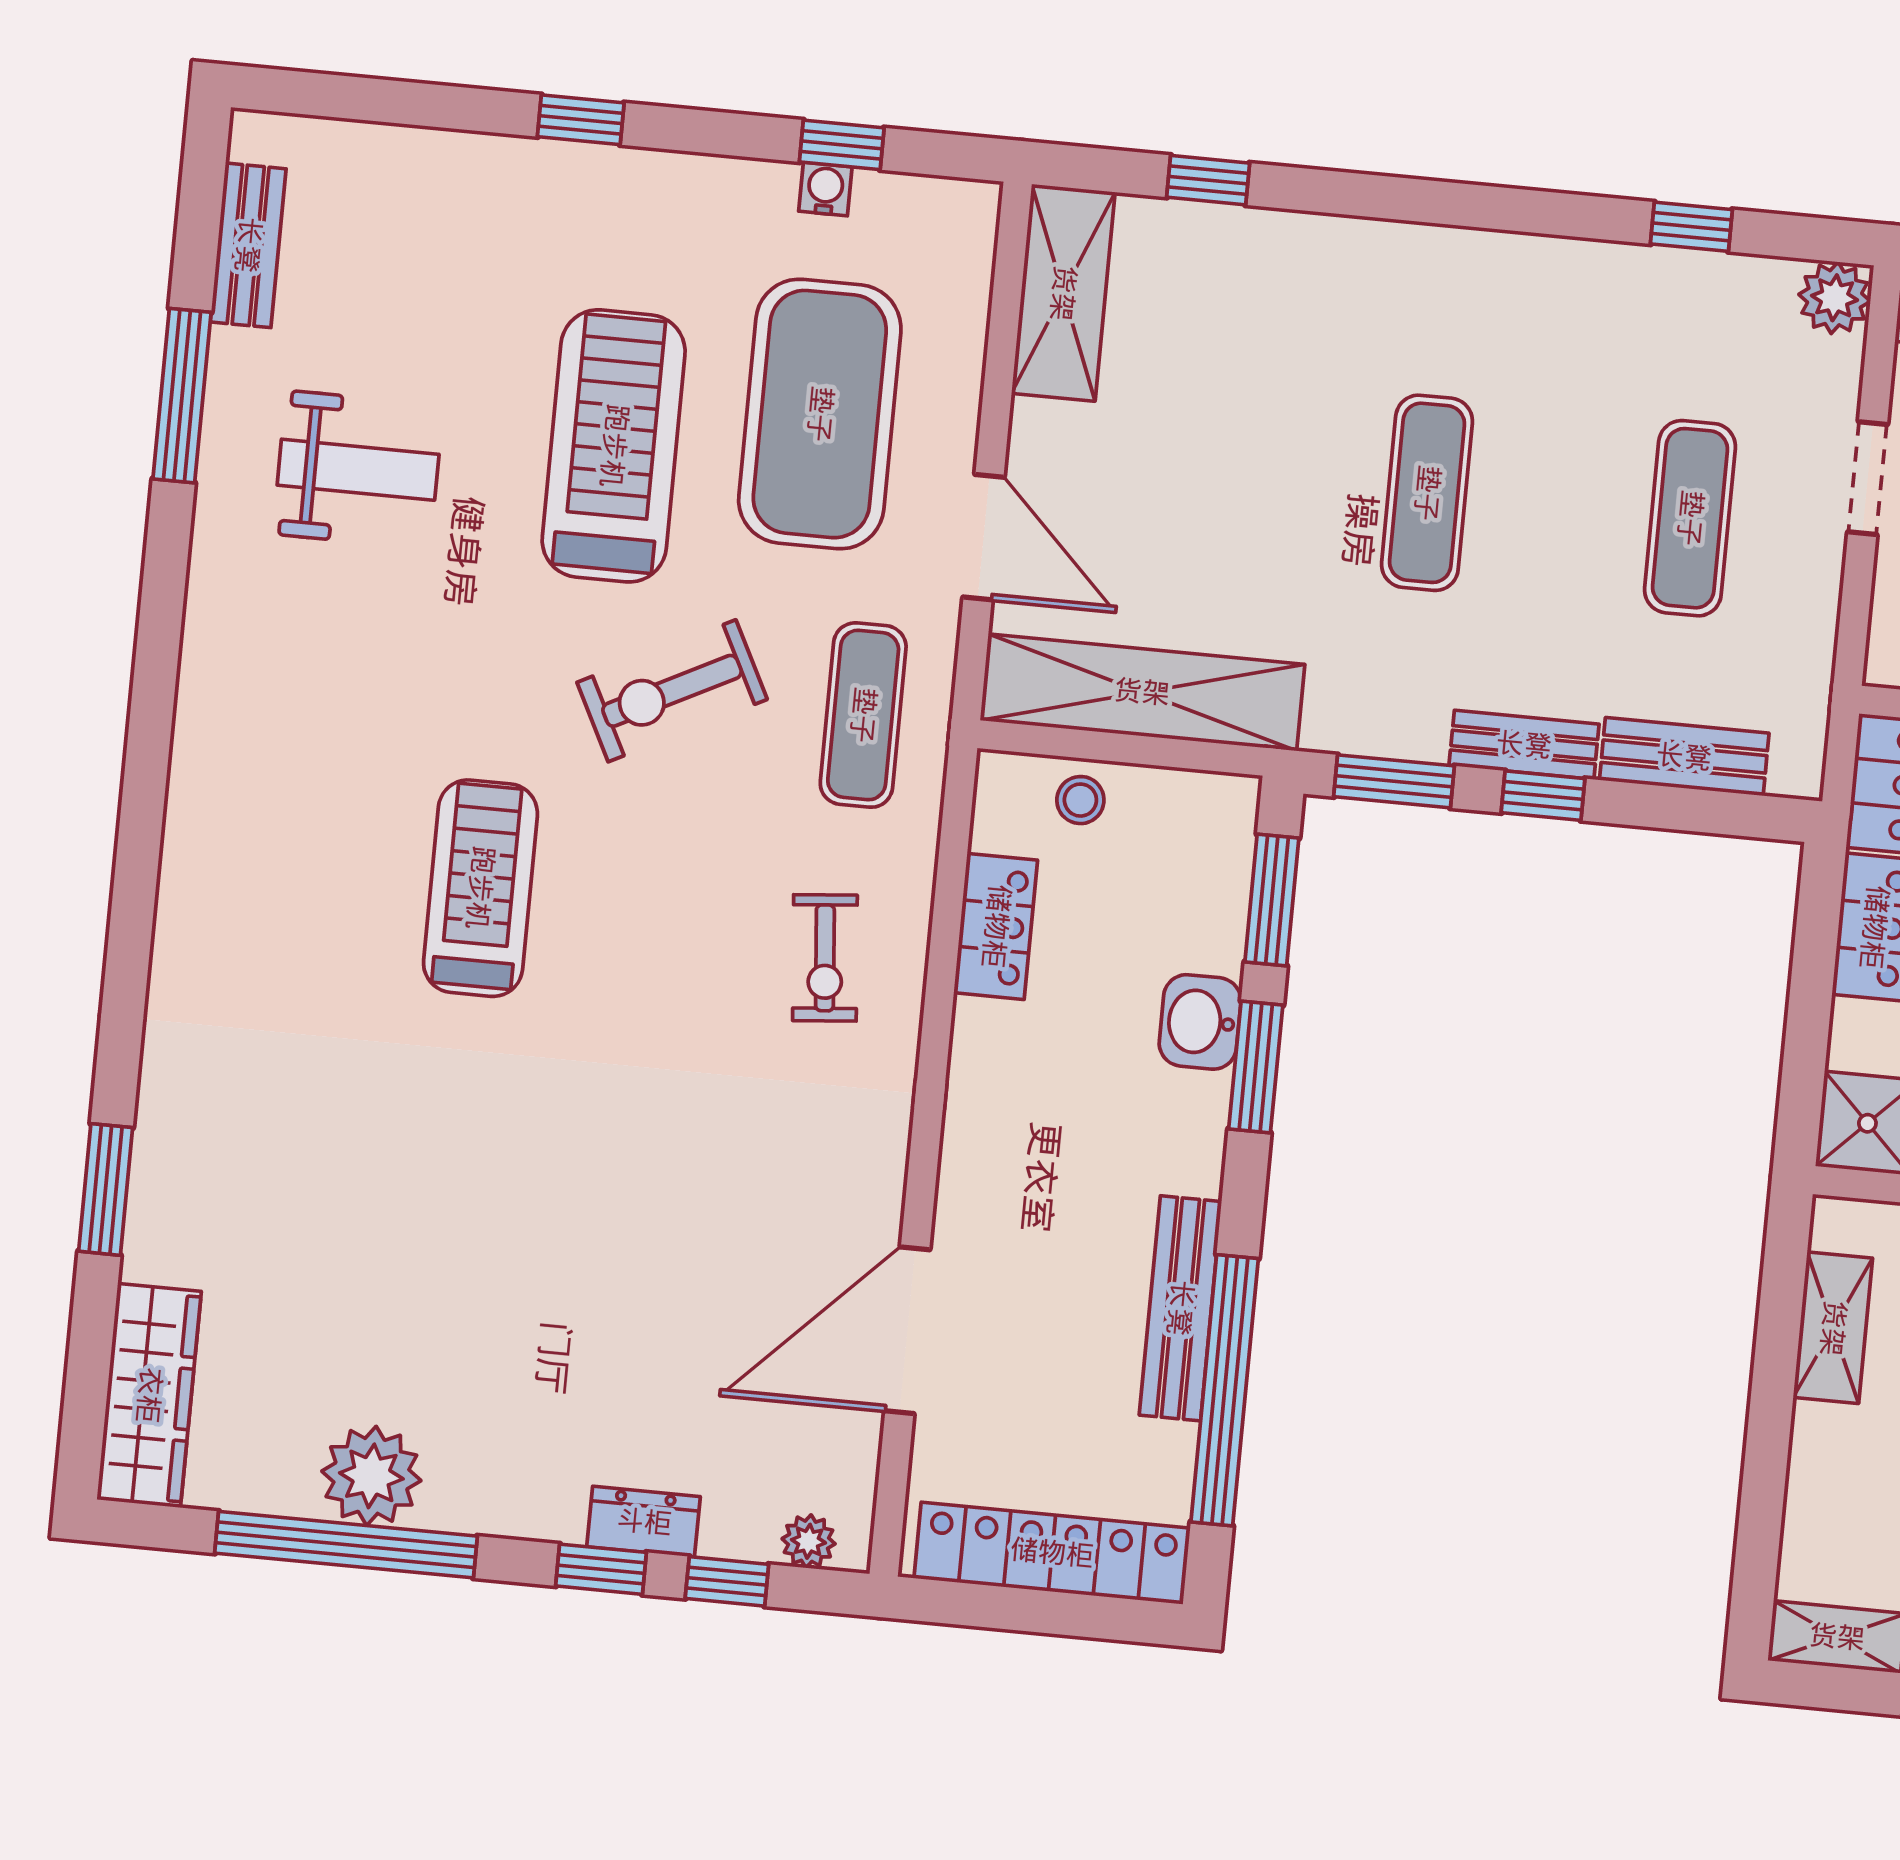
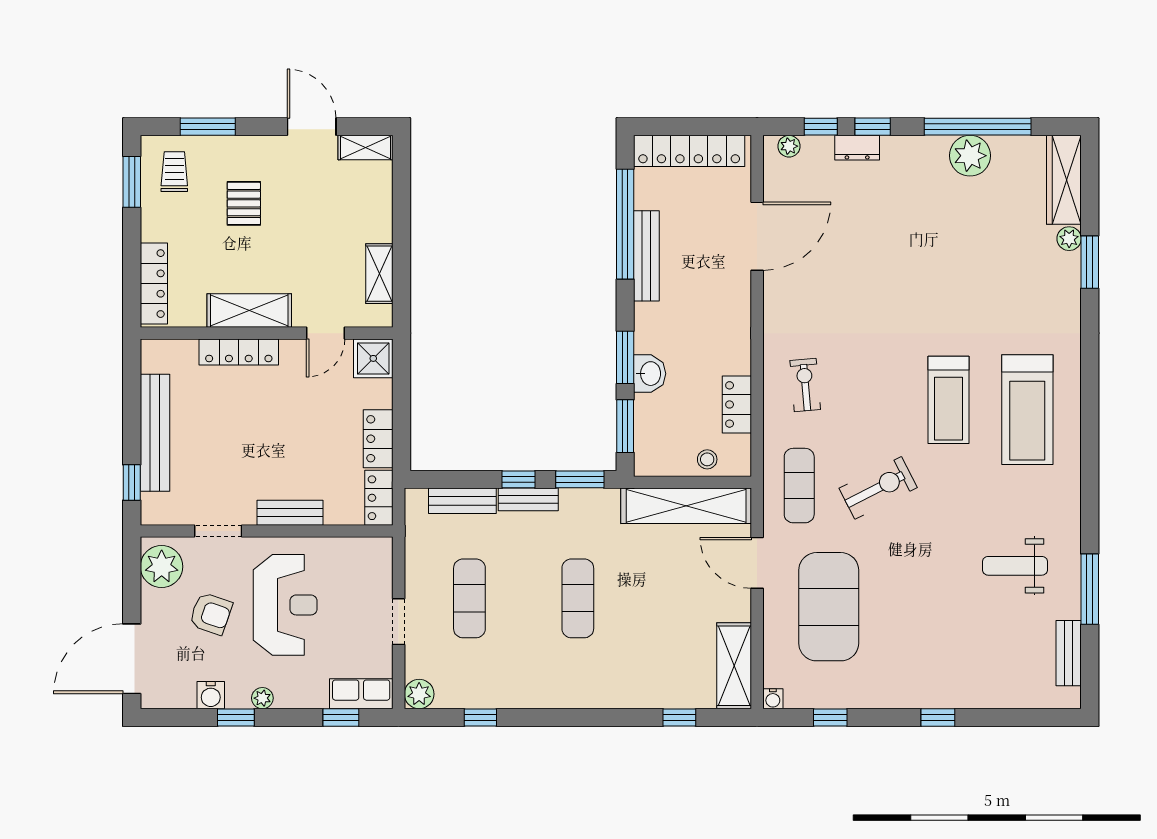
water cooler: (825, 189) -> (773, 699), moved
treadmill: (614, 446) -> (1027, 410), moved
plant: (150, 1251) -> (1069, 239), added

